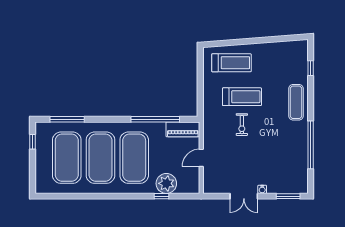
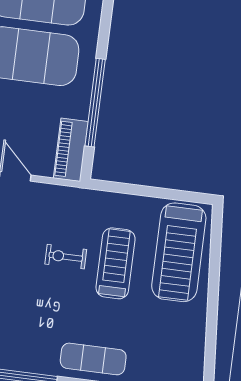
treadmill: (231, 63) -> (179, 252), width x1.37, depth x1.38
treadmill: (242, 97) -> (116, 263), turned 180

